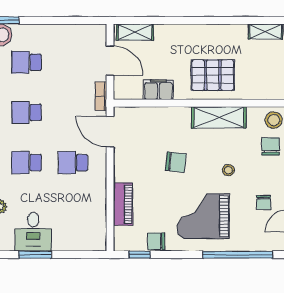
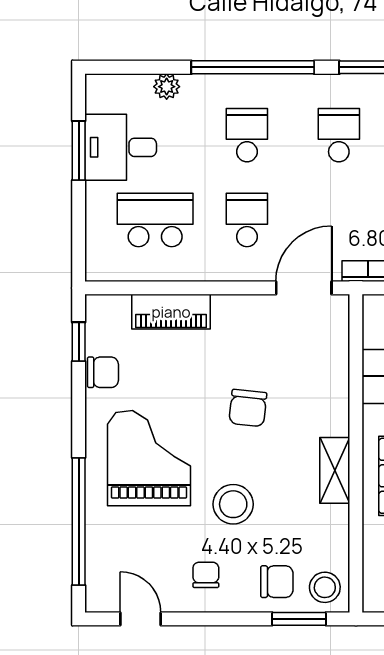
shelving: (219, 117) -> (335, 470), width x0.67, depth x0.75
stool: (228, 170) -> (233, 504), width x1.89, depth x1.89
chair: (264, 202) -> (206, 575), moved, turned 90
school desk: (73, 213) -> (155, 220), added
chair: (156, 241) -> (103, 372), turned 90

